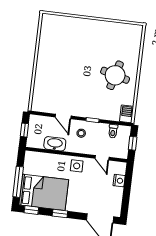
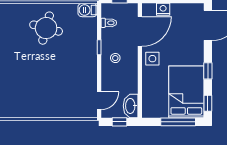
door: (63, 116) -> (99, 101), moved
washbasin: (55, 144) -> (131, 106), moved
door: (102, 158) -> (140, 31), width x1.88

